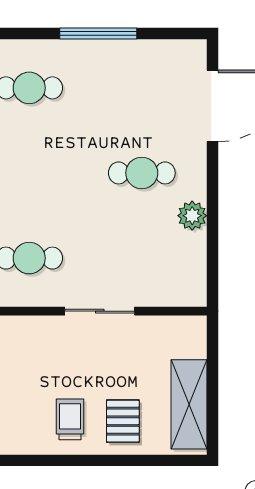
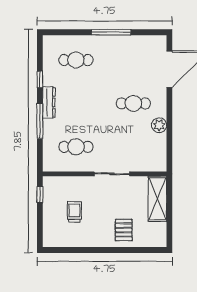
shelving: (189, 404) -> (157, 199), moved
trolley: (70, 419) -> (74, 212), moved

